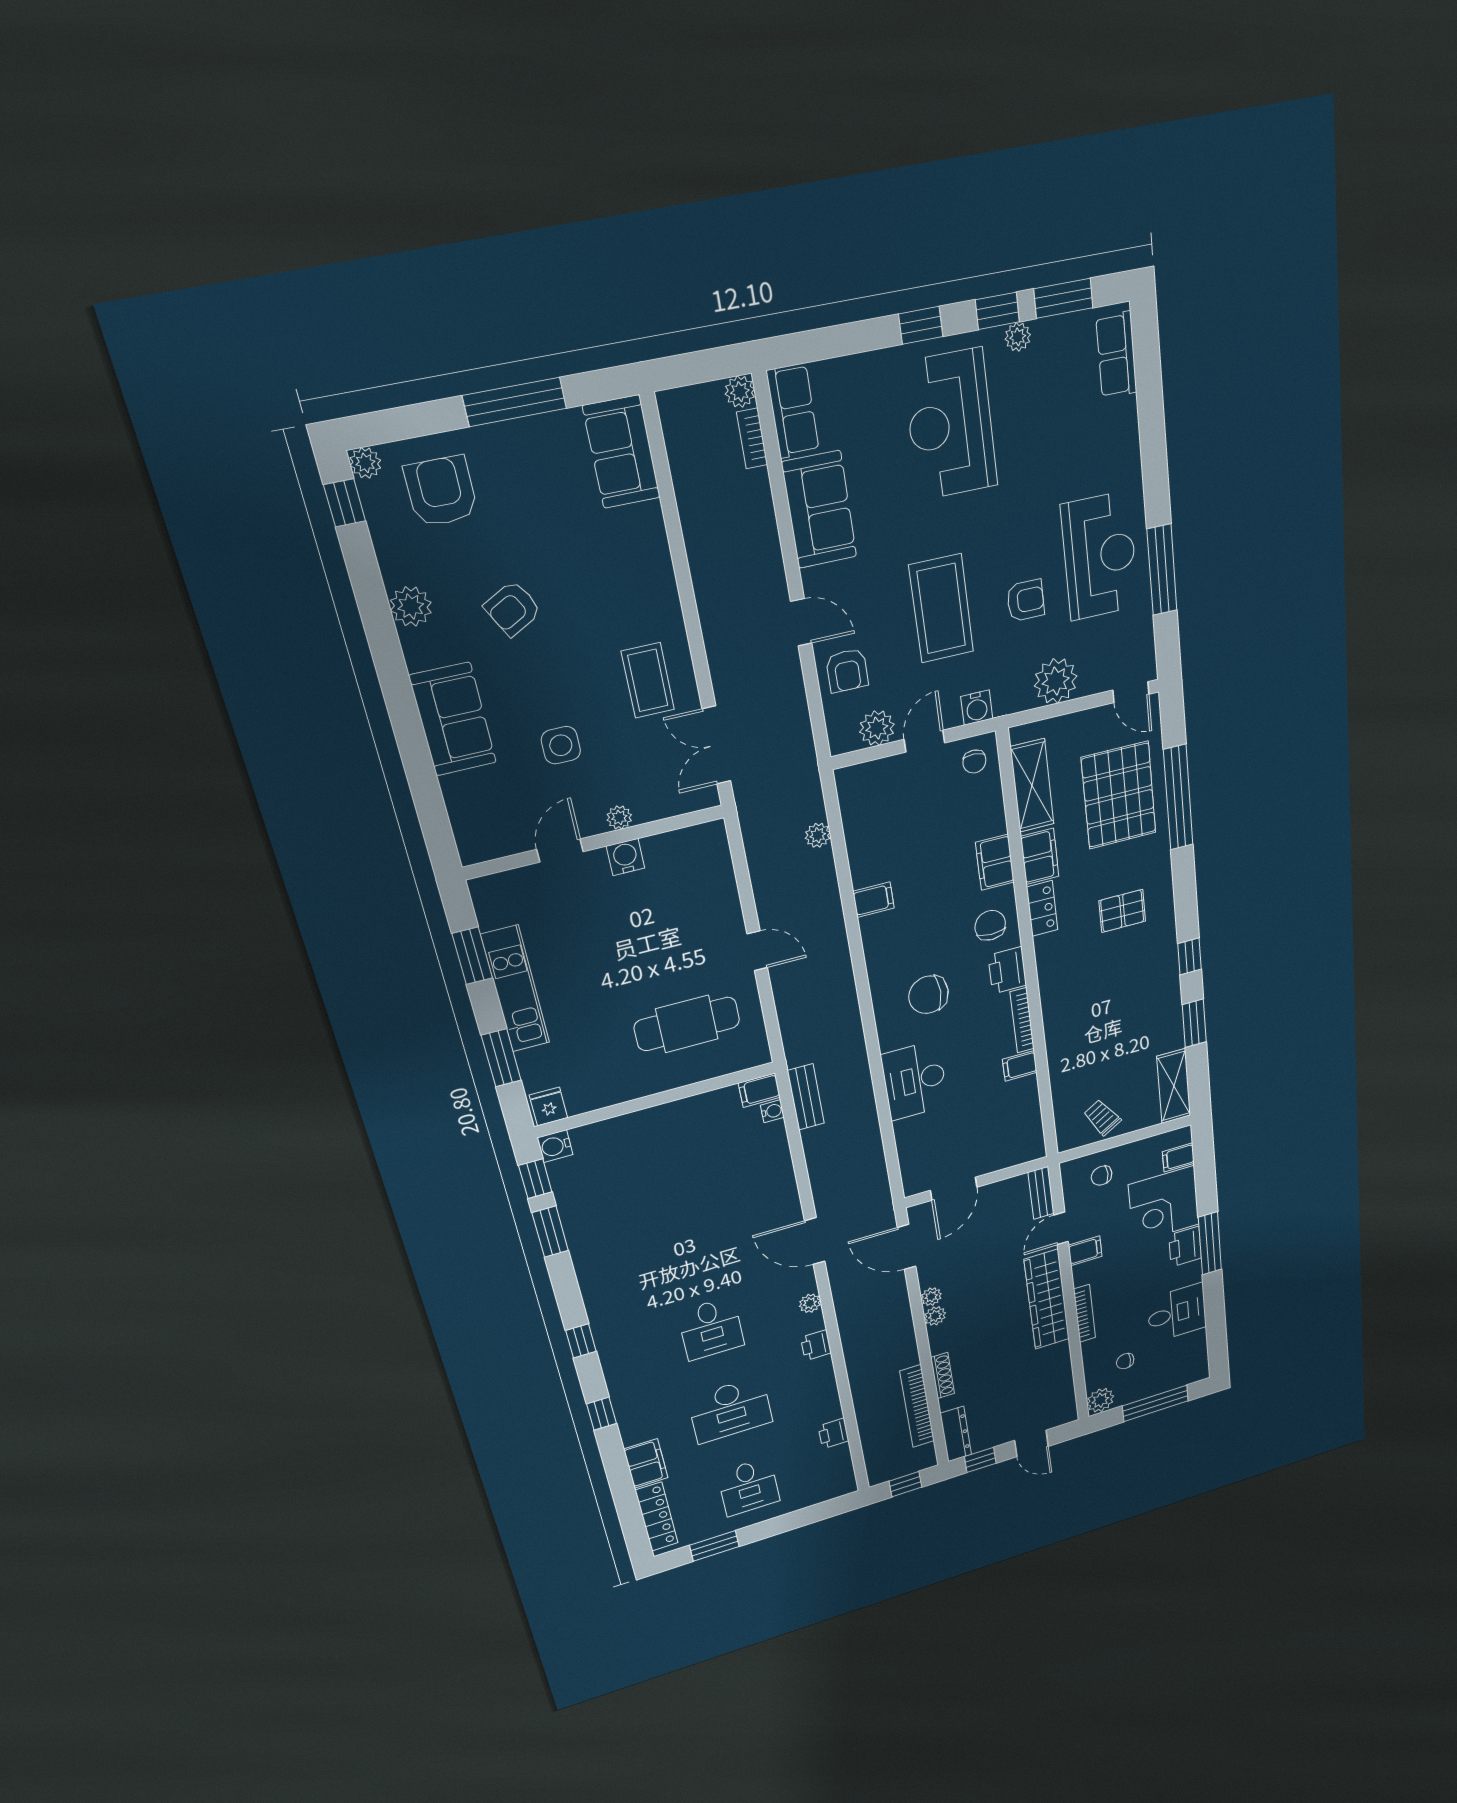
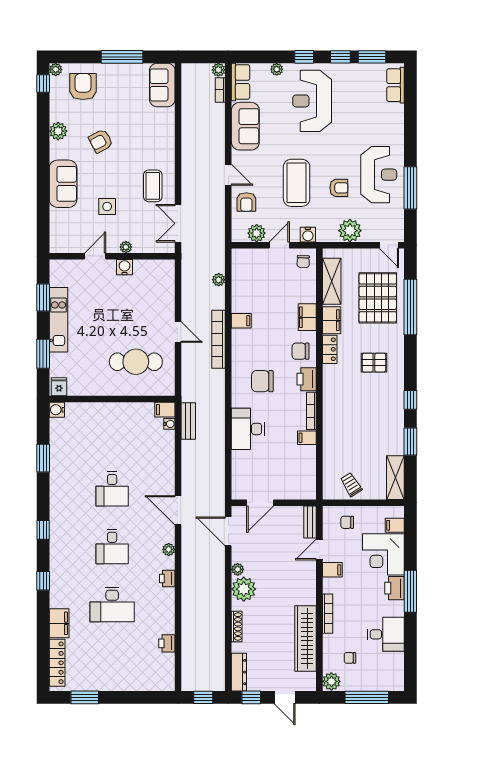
plant: (1018, 337) -> (277, 69), moved
chair: (990, 925) -> (301, 351), turned -90
window: (535, 1179) -> (43, 425), removed
wardrobe: (1047, 1300) -> (306, 638), moved
plant: (935, 1316) -> (244, 589), width x1.87, depth x1.87
bookcase: (917, 1406) -> (219, 339), moved
desk: (749, 1487) -> (112, 489), moved

